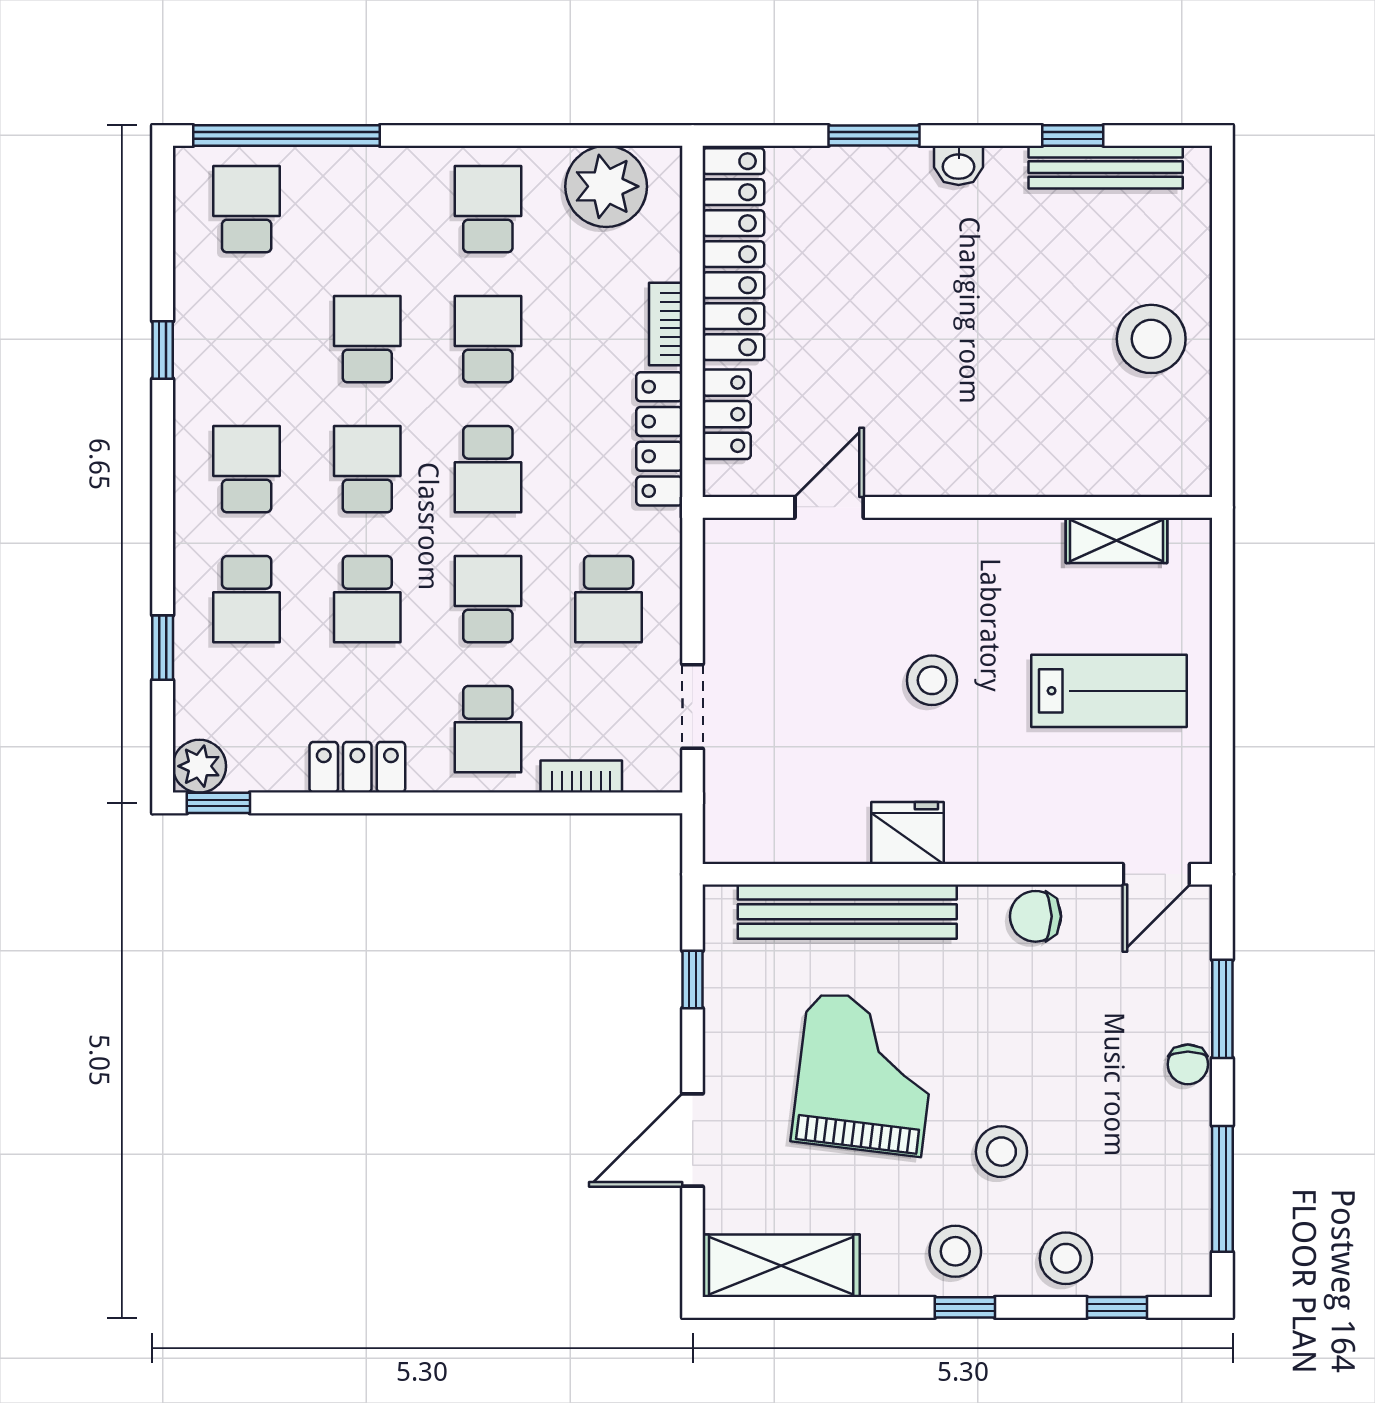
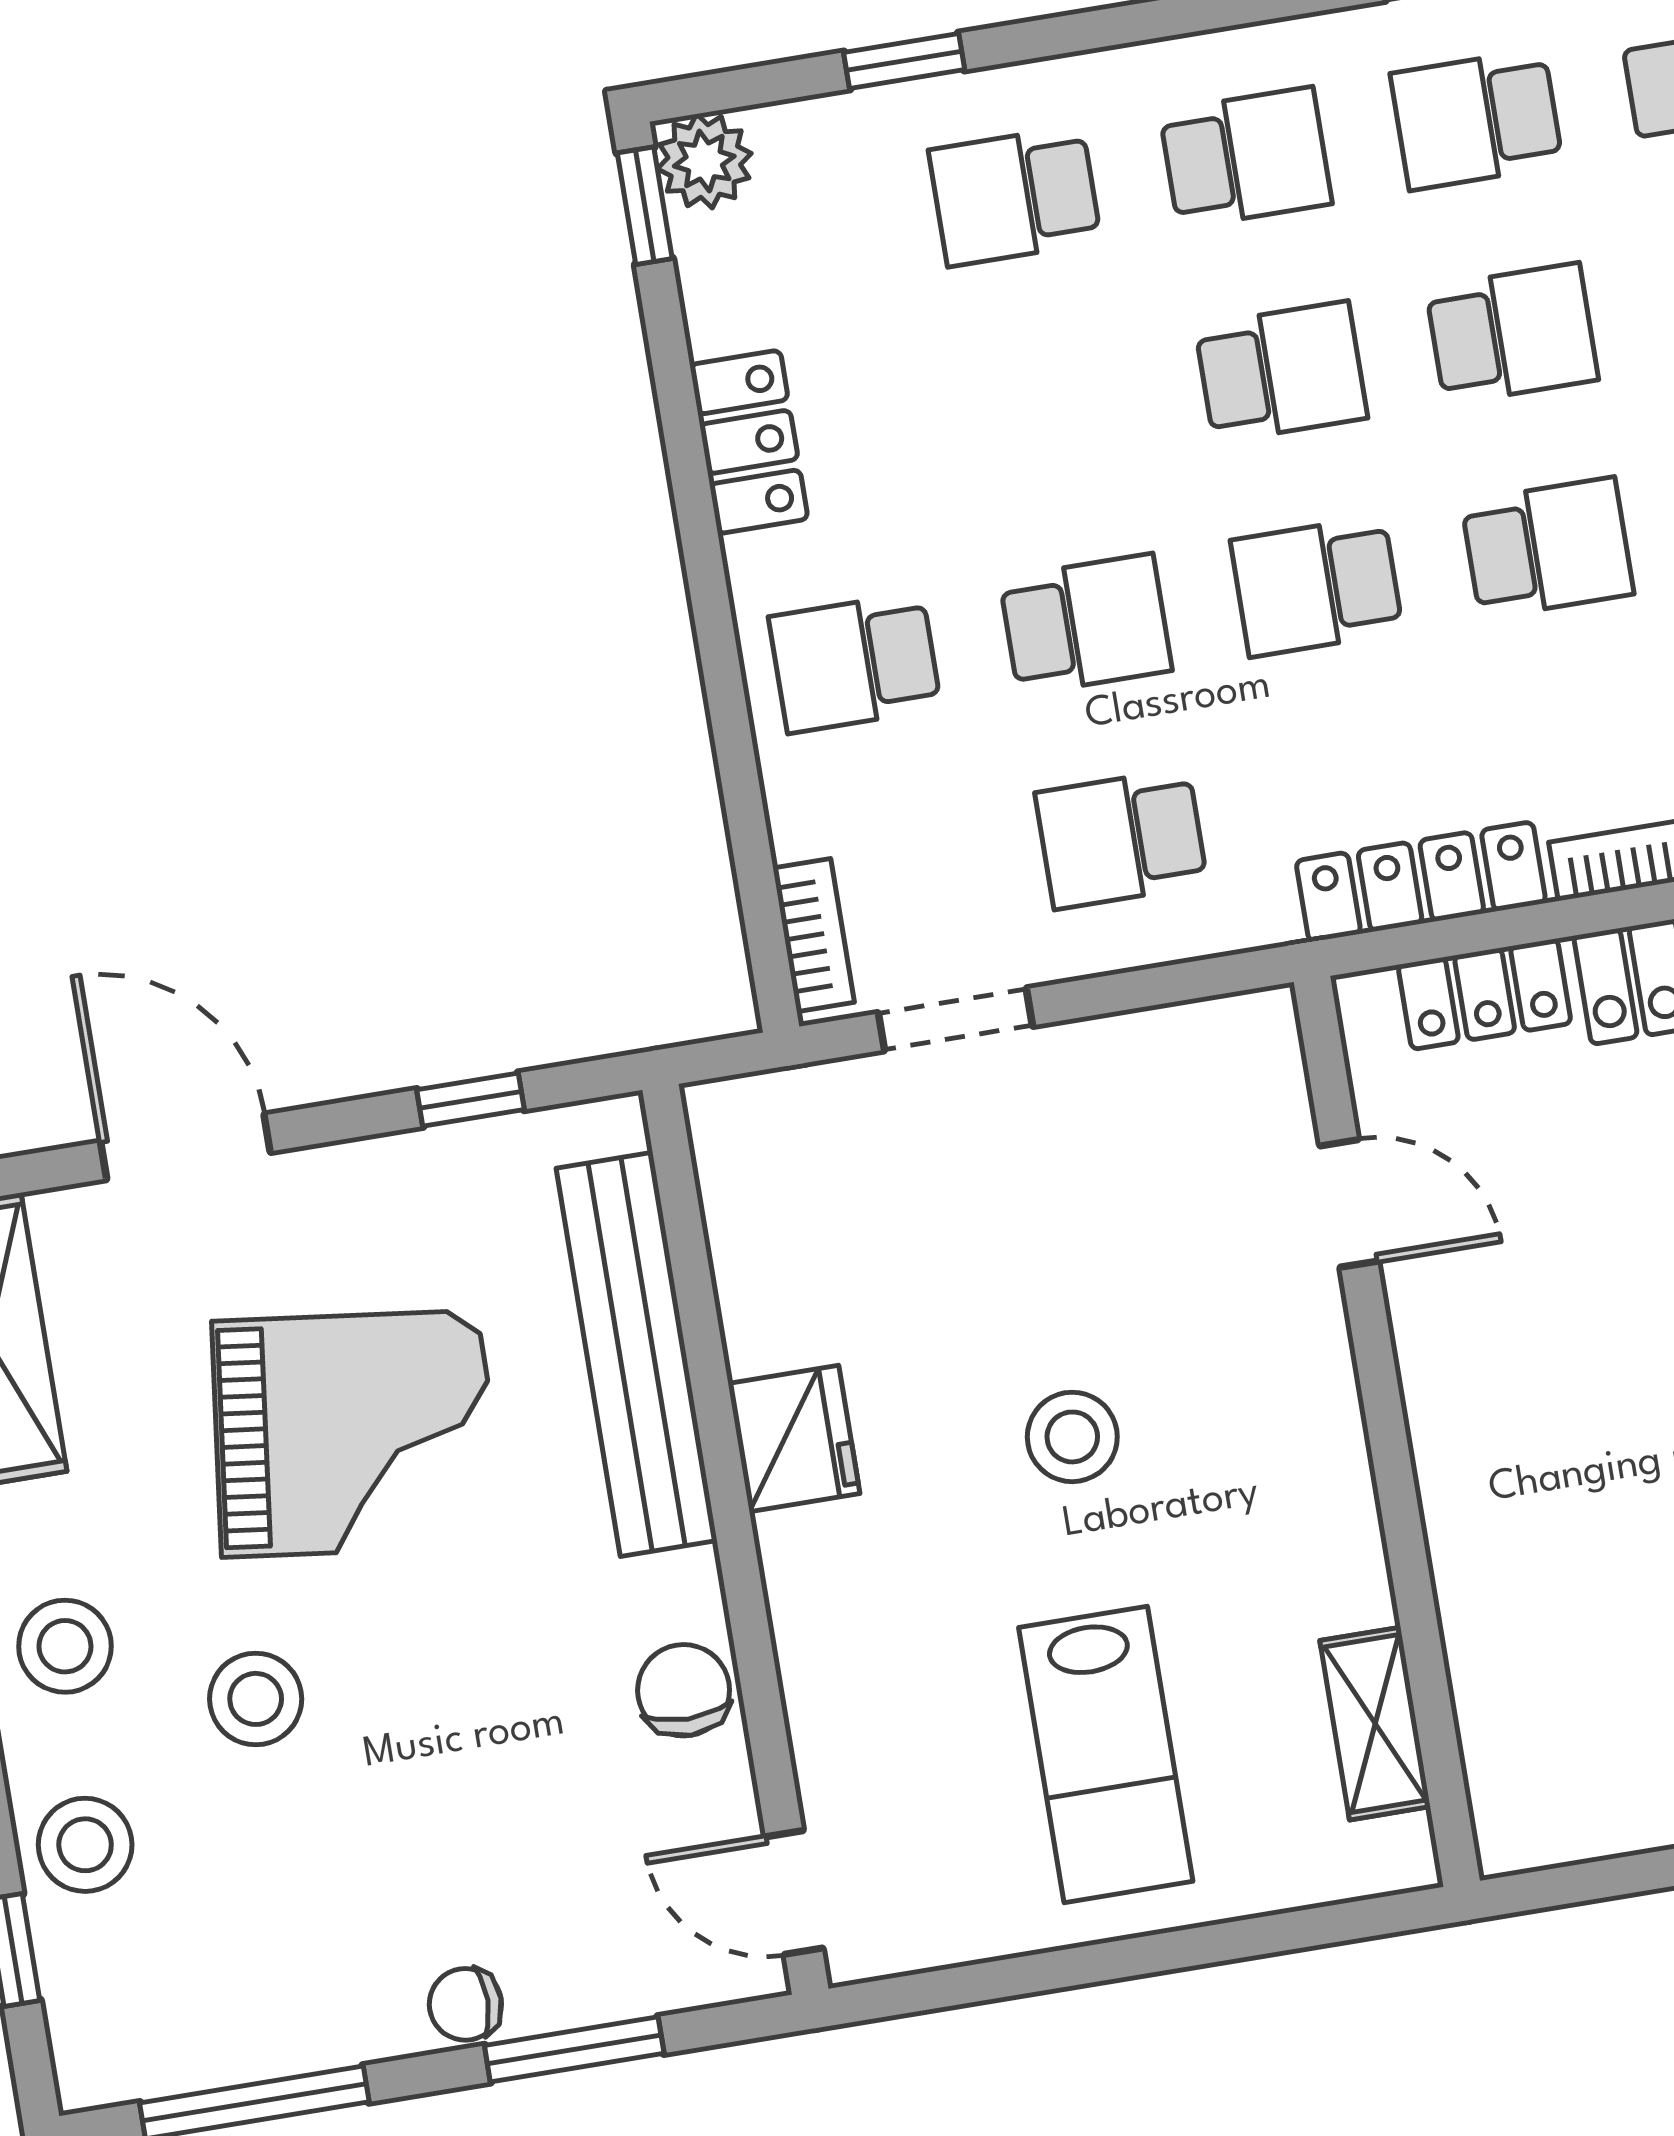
school desk: (367, 599) -> (1477, 119), moved
bookcase: (581, 776) -> (814, 935), moved

